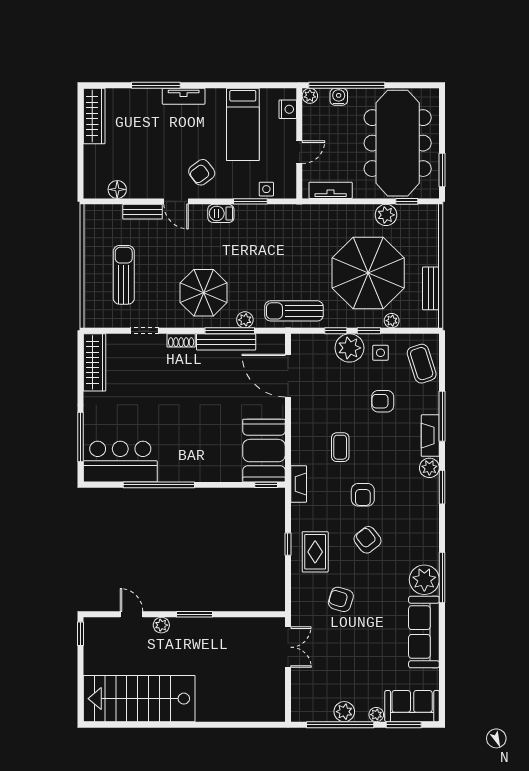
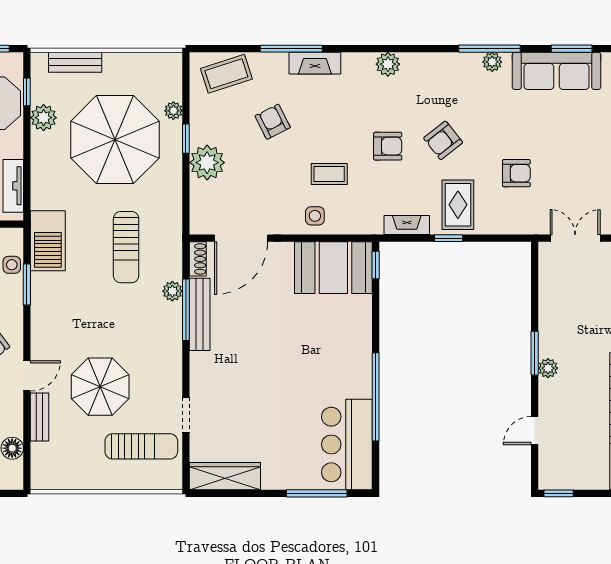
barbecue: (221, 213) -> (48, 241), moved, width x1.88, depth x1.53
sun lounger: (124, 275) -> (141, 446), moved, turned 180
bench: (431, 288) -> (75, 62), moved
parasol: (204, 293) -> (100, 387), moved
sun lounger: (294, 311) -> (126, 247), moved
window: (336, 331) -> (186, 179), removed
shoe rack: (181, 340) -> (198, 259), moved
side table: (380, 353) -> (315, 216), moved
armchair: (383, 401) -> (273, 122), turned 153
plant: (429, 468) -> (388, 64), moved
fireplace: (299, 484) -> (407, 225), moved
window: (442, 487) -> (572, 49), moved
rug: (315, 552) -> (458, 205), turned 90
plant: (424, 580) -> (492, 62), width x0.53, depth x0.53
armchair: (341, 599) -> (516, 173), turned -107
plant: (161, 625) -> (548, 368), moved

